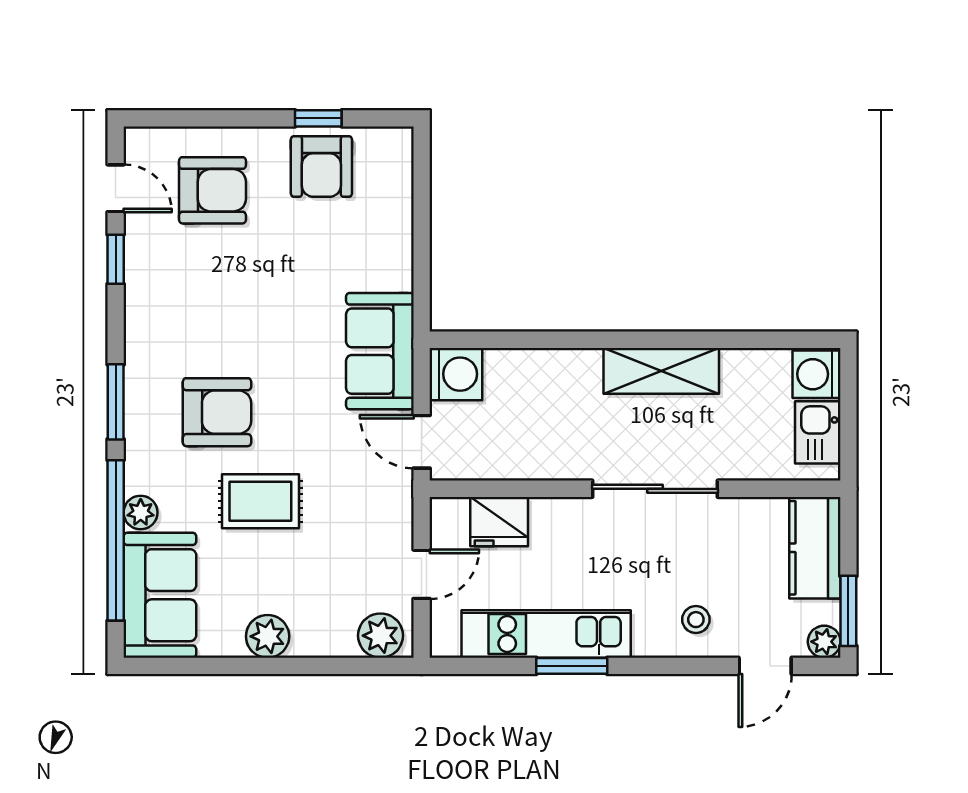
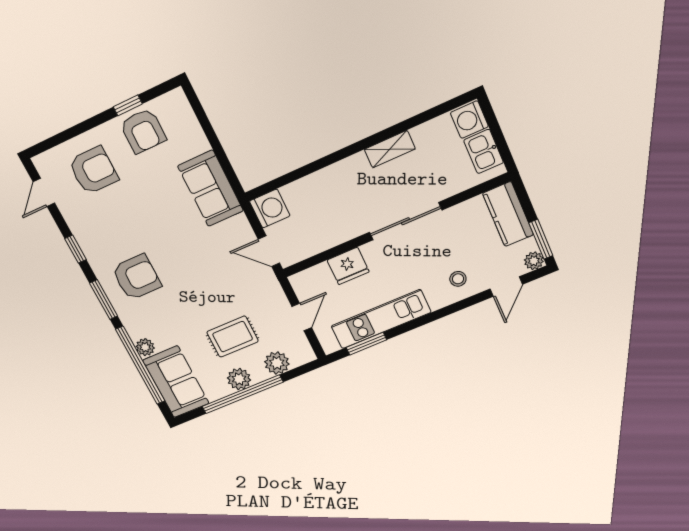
door: (116, 188) -> (44, 192), swing flipped
window: (116, 259) -> (76, 249), moved
sofa: (380, 351) -> (211, 188), moved
shelving: (661, 371) -> (390, 149), width x0.67, depth x0.75
armchair: (217, 412) -> (136, 277), moved
rug: (260, 501) -> (233, 337), moved
fridge: (499, 522) -> (348, 266), moved
plant: (381, 636) -> (277, 363), moved
window: (260, 666) -> (242, 394), added
window: (572, 666) -> (366, 344), moved

